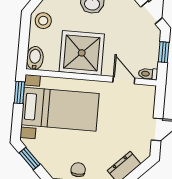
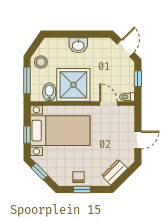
window: (24, 42) -> (27, 80), added
bidet: (35, 58) -> (49, 92), moved
window: (19, 93) -> (27, 135), moved

